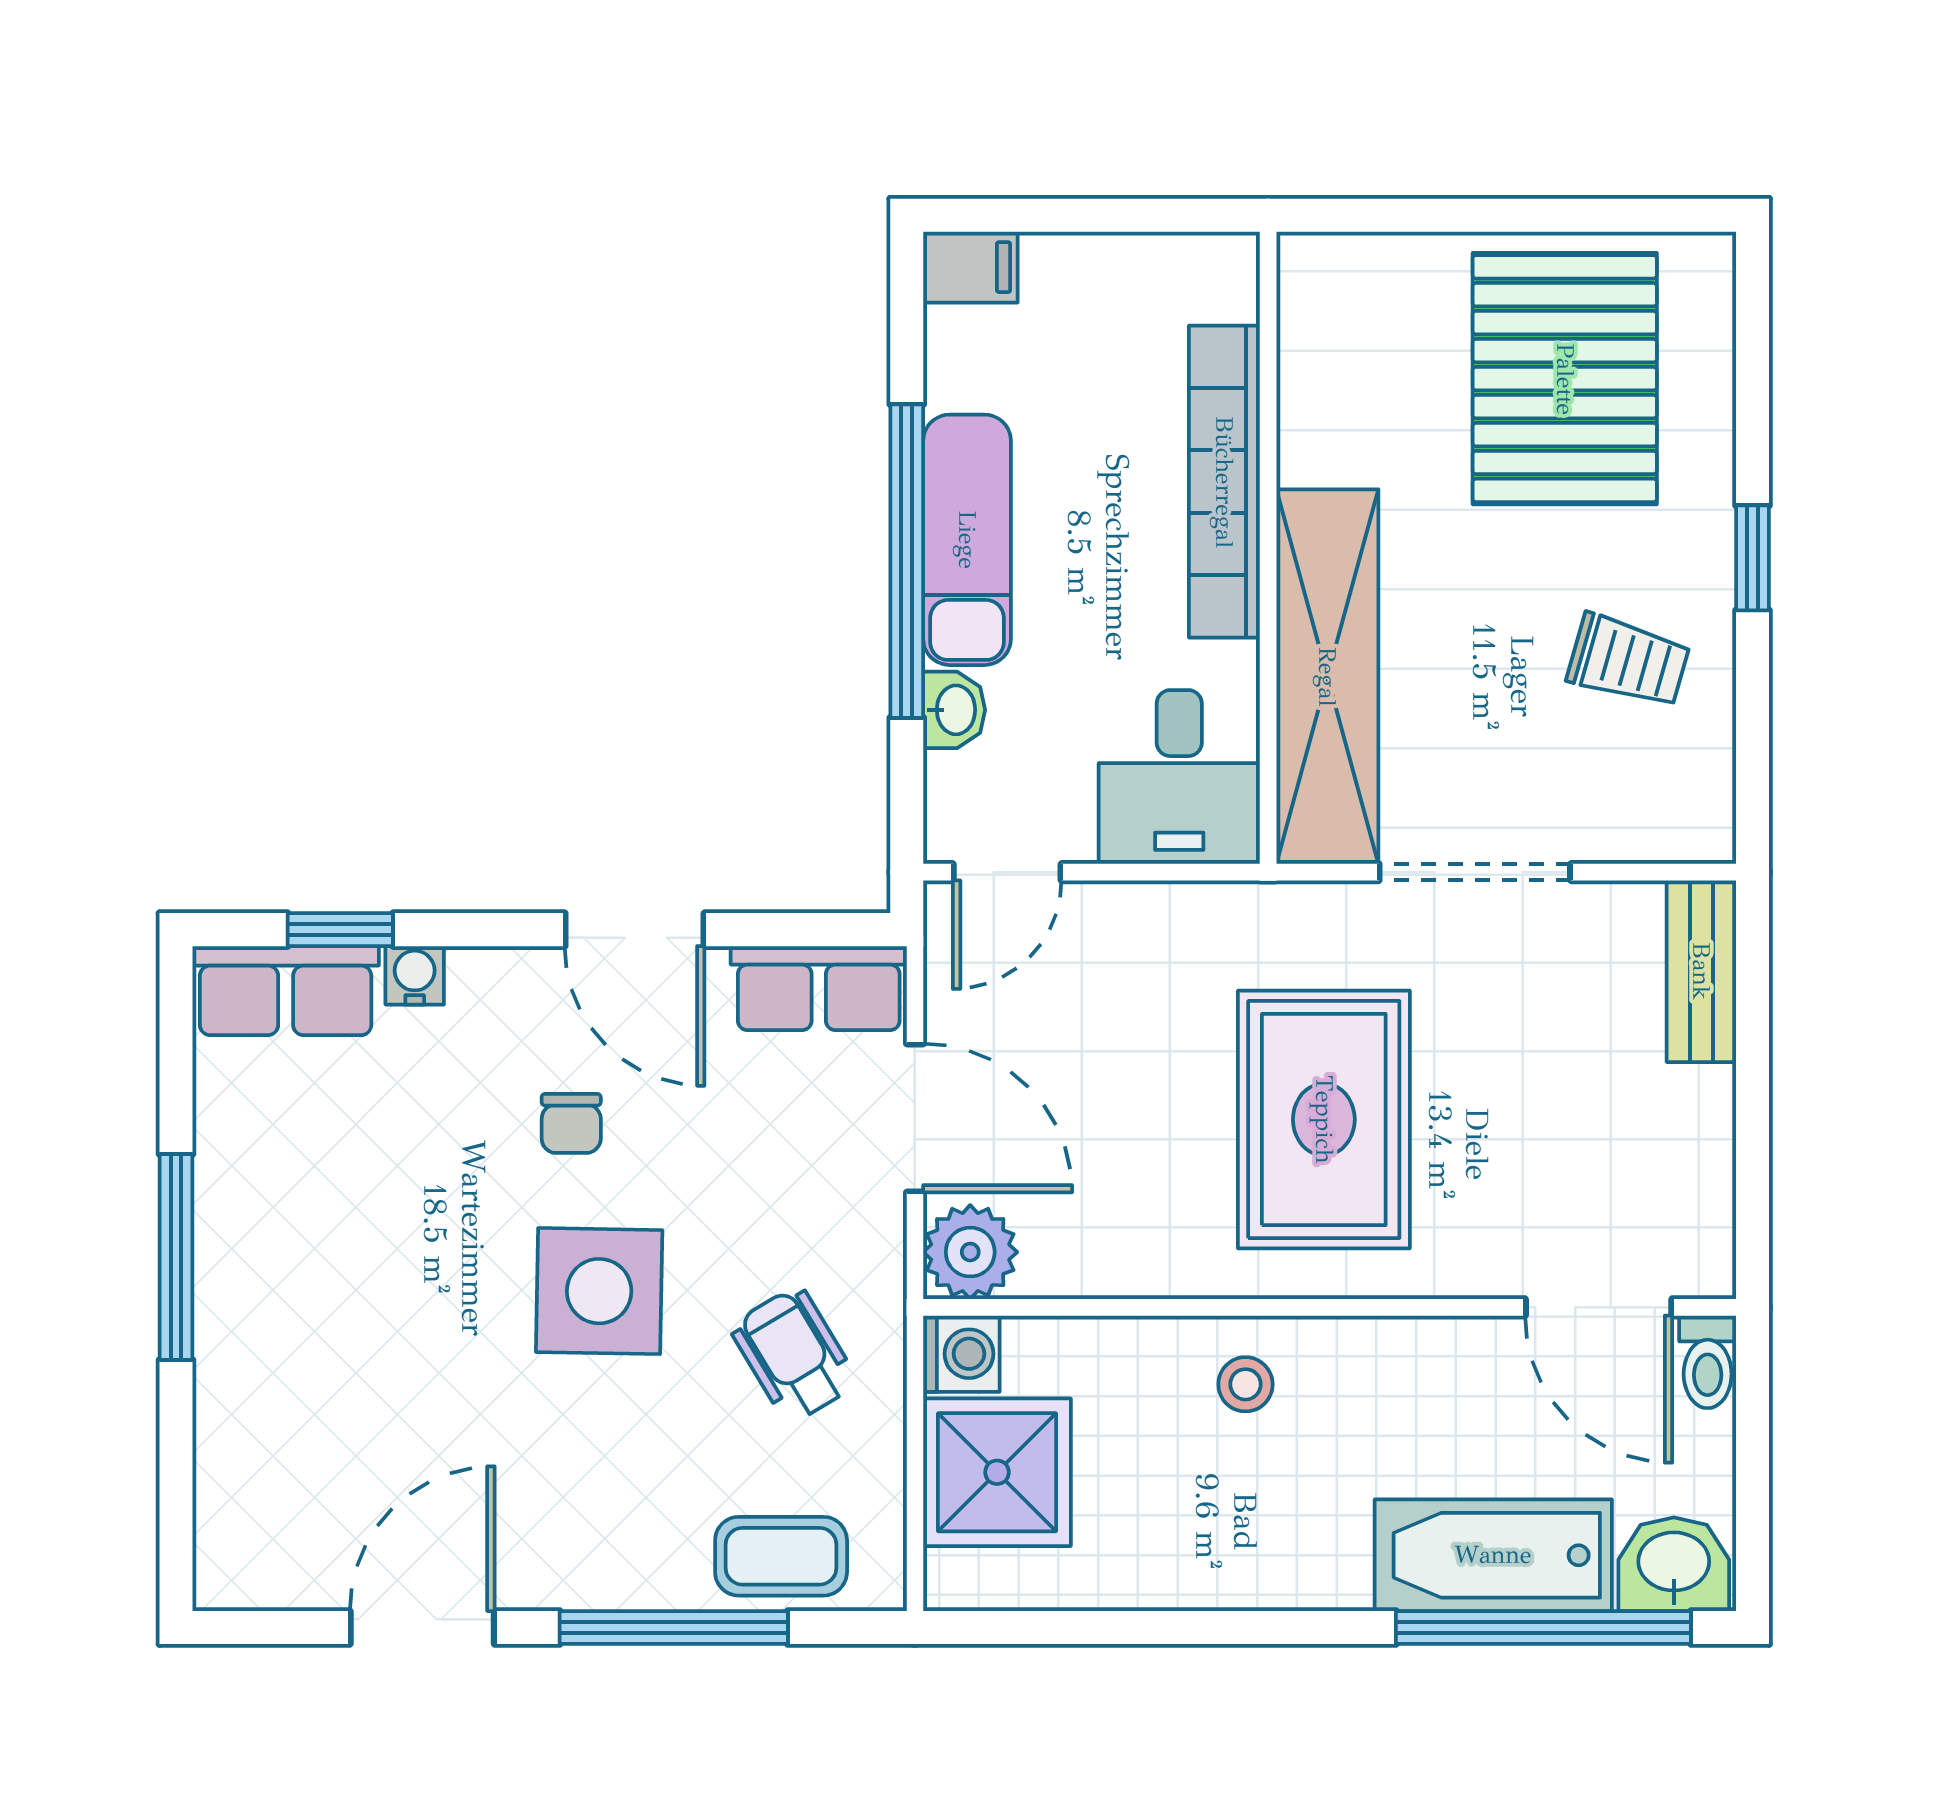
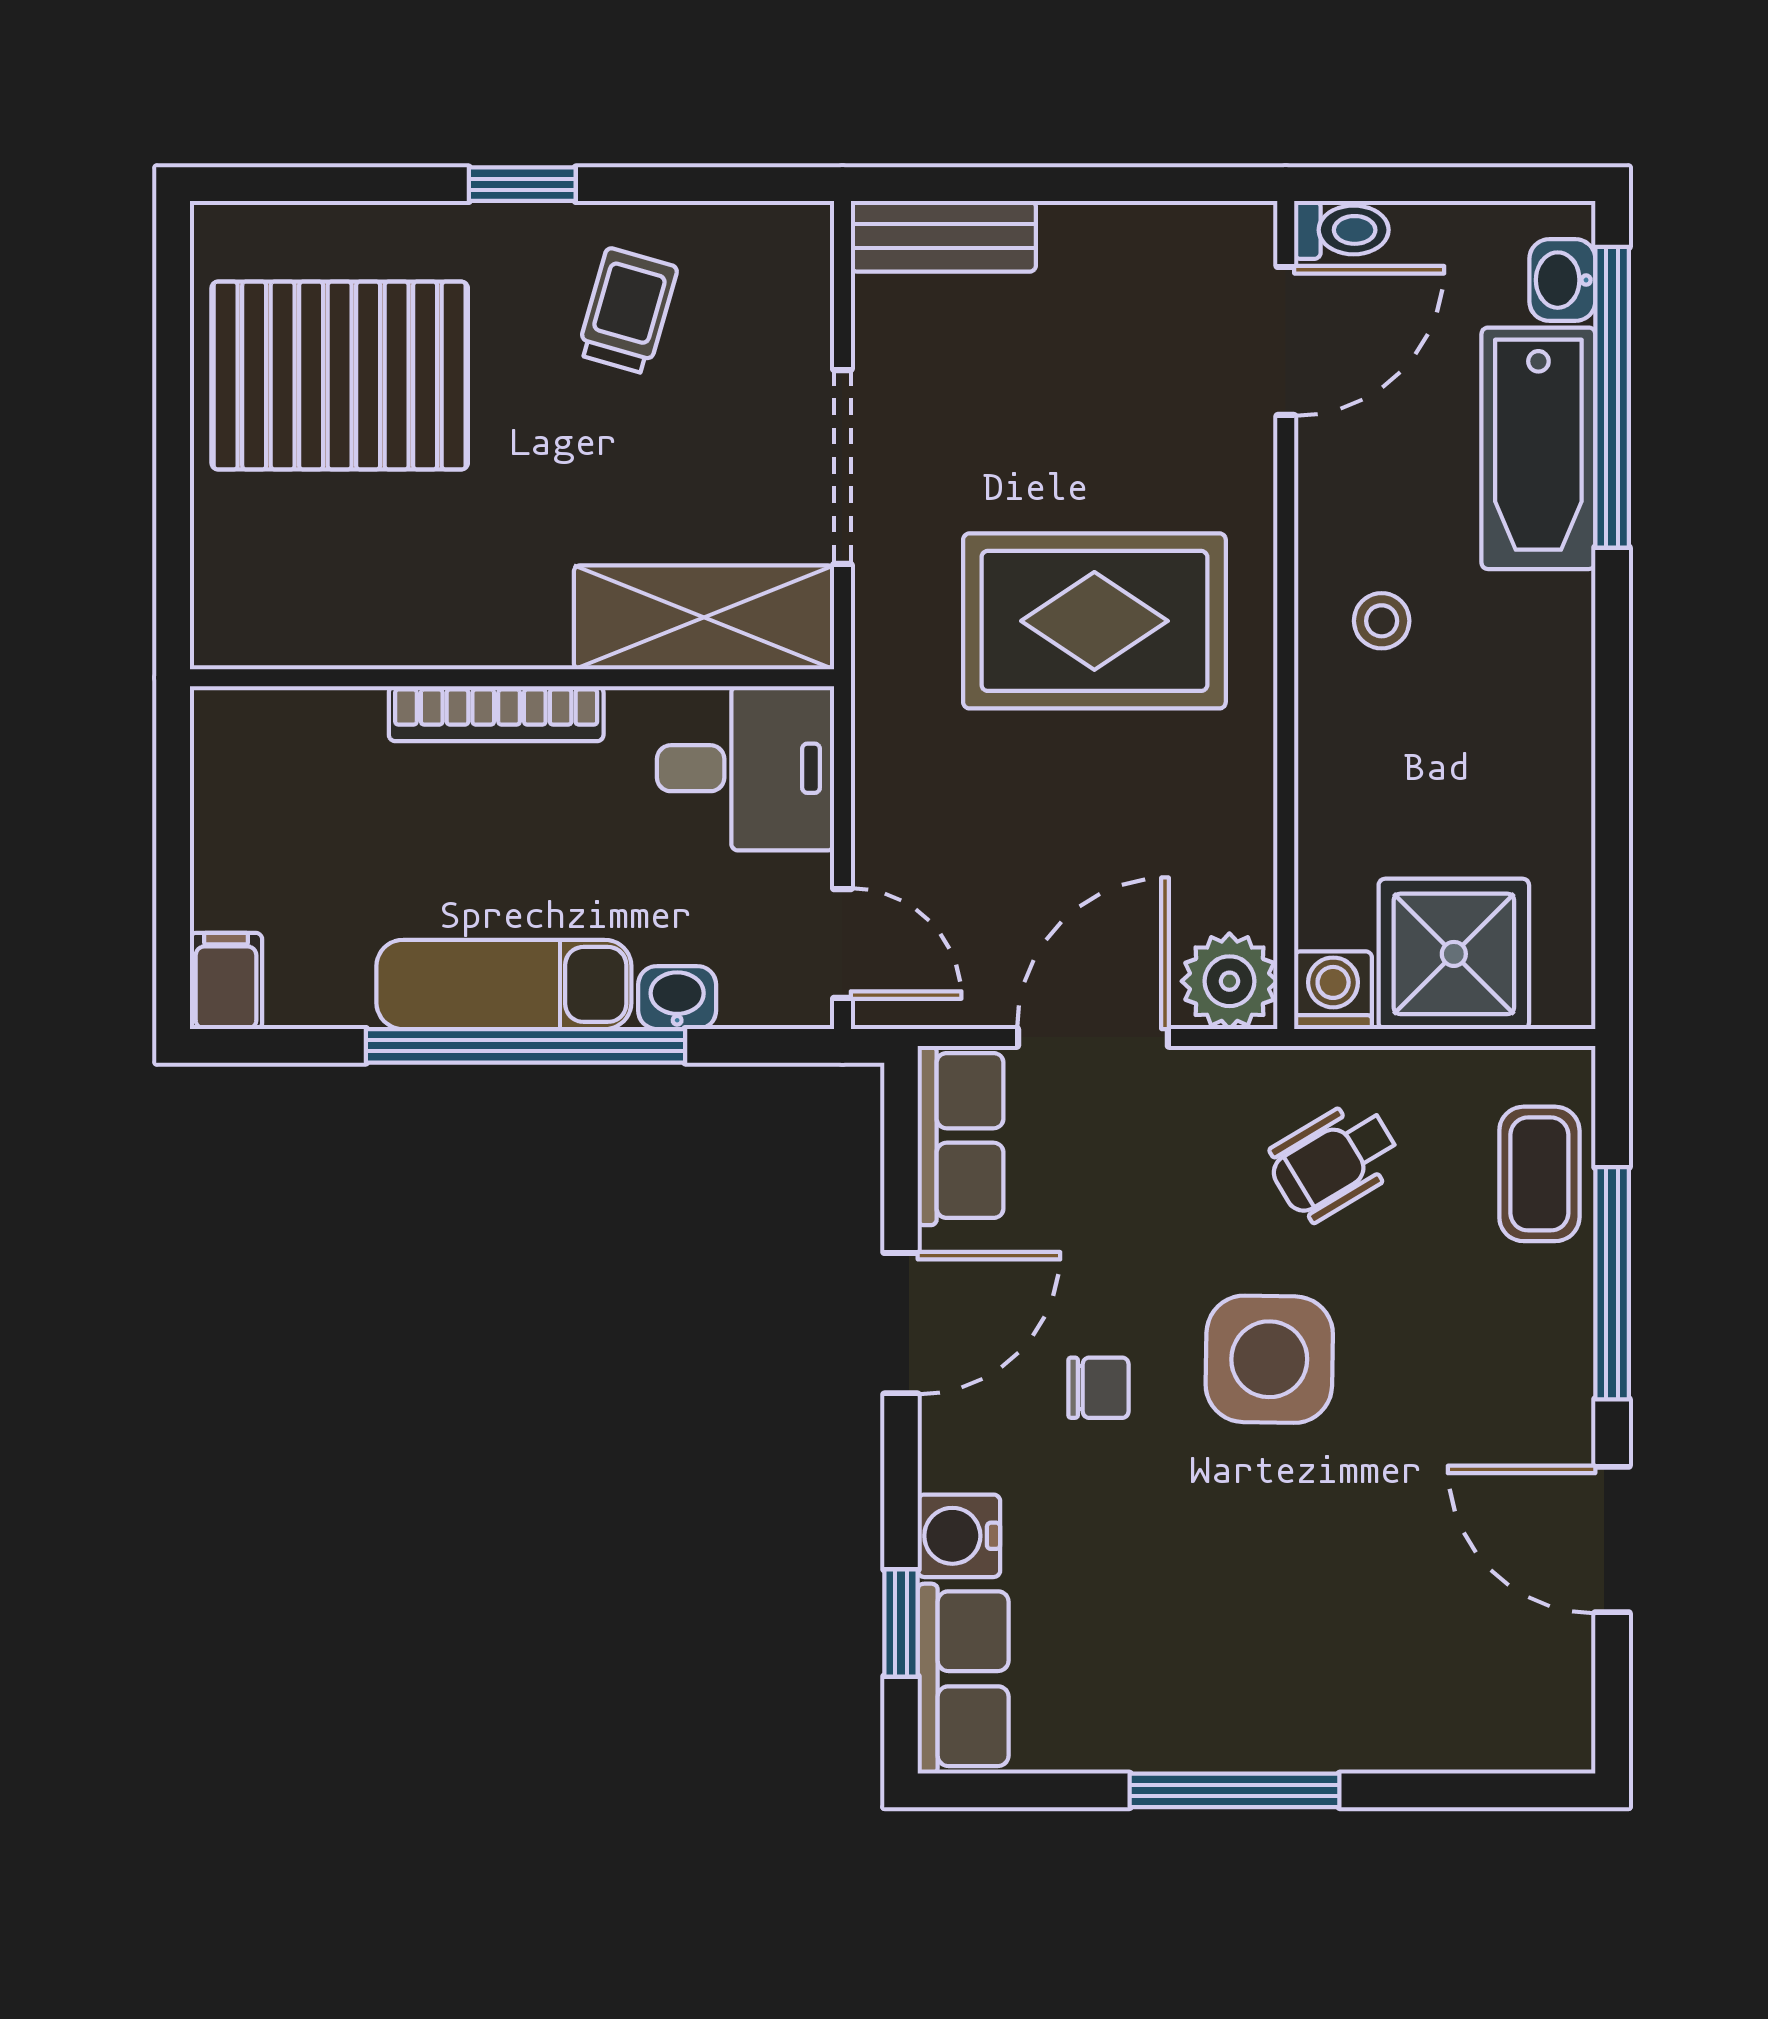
bookcase: (1224, 482) -> (496, 714), width x0.68, depth x0.76
shelving: (1327, 677) -> (704, 617), width x0.68
water cooler: (415, 975) -> (959, 1536), width x1.38, depth x1.38
stool: (1245, 1384) -> (1382, 621), moved
washbasin: (1674, 1564) -> (1562, 280), width x0.72, depth x0.69

